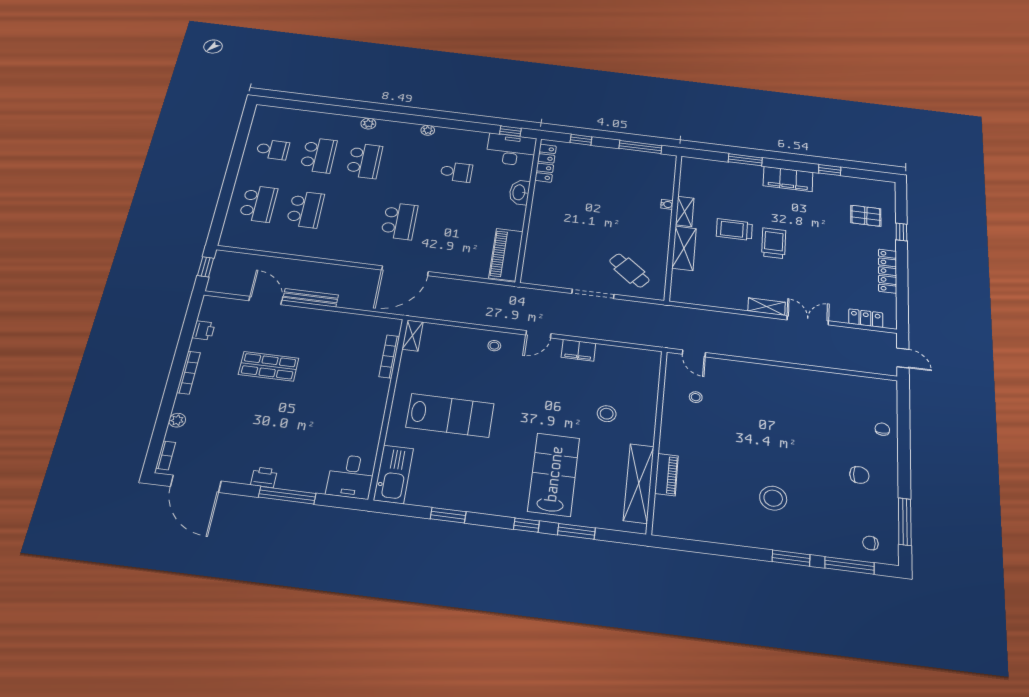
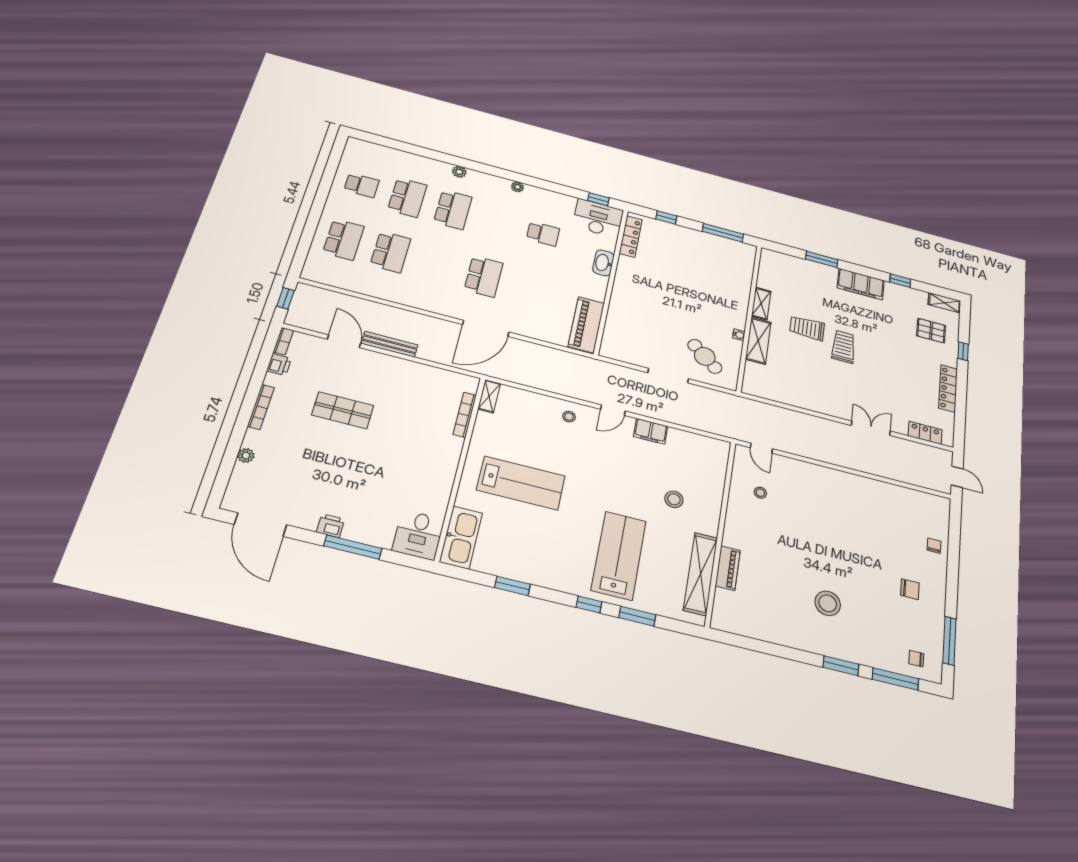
water cooler: (667, 204) -> (739, 335), moved
shelving: (767, 307) -> (944, 303), moved
bookcase: (166, 455) -> (283, 341), moved

